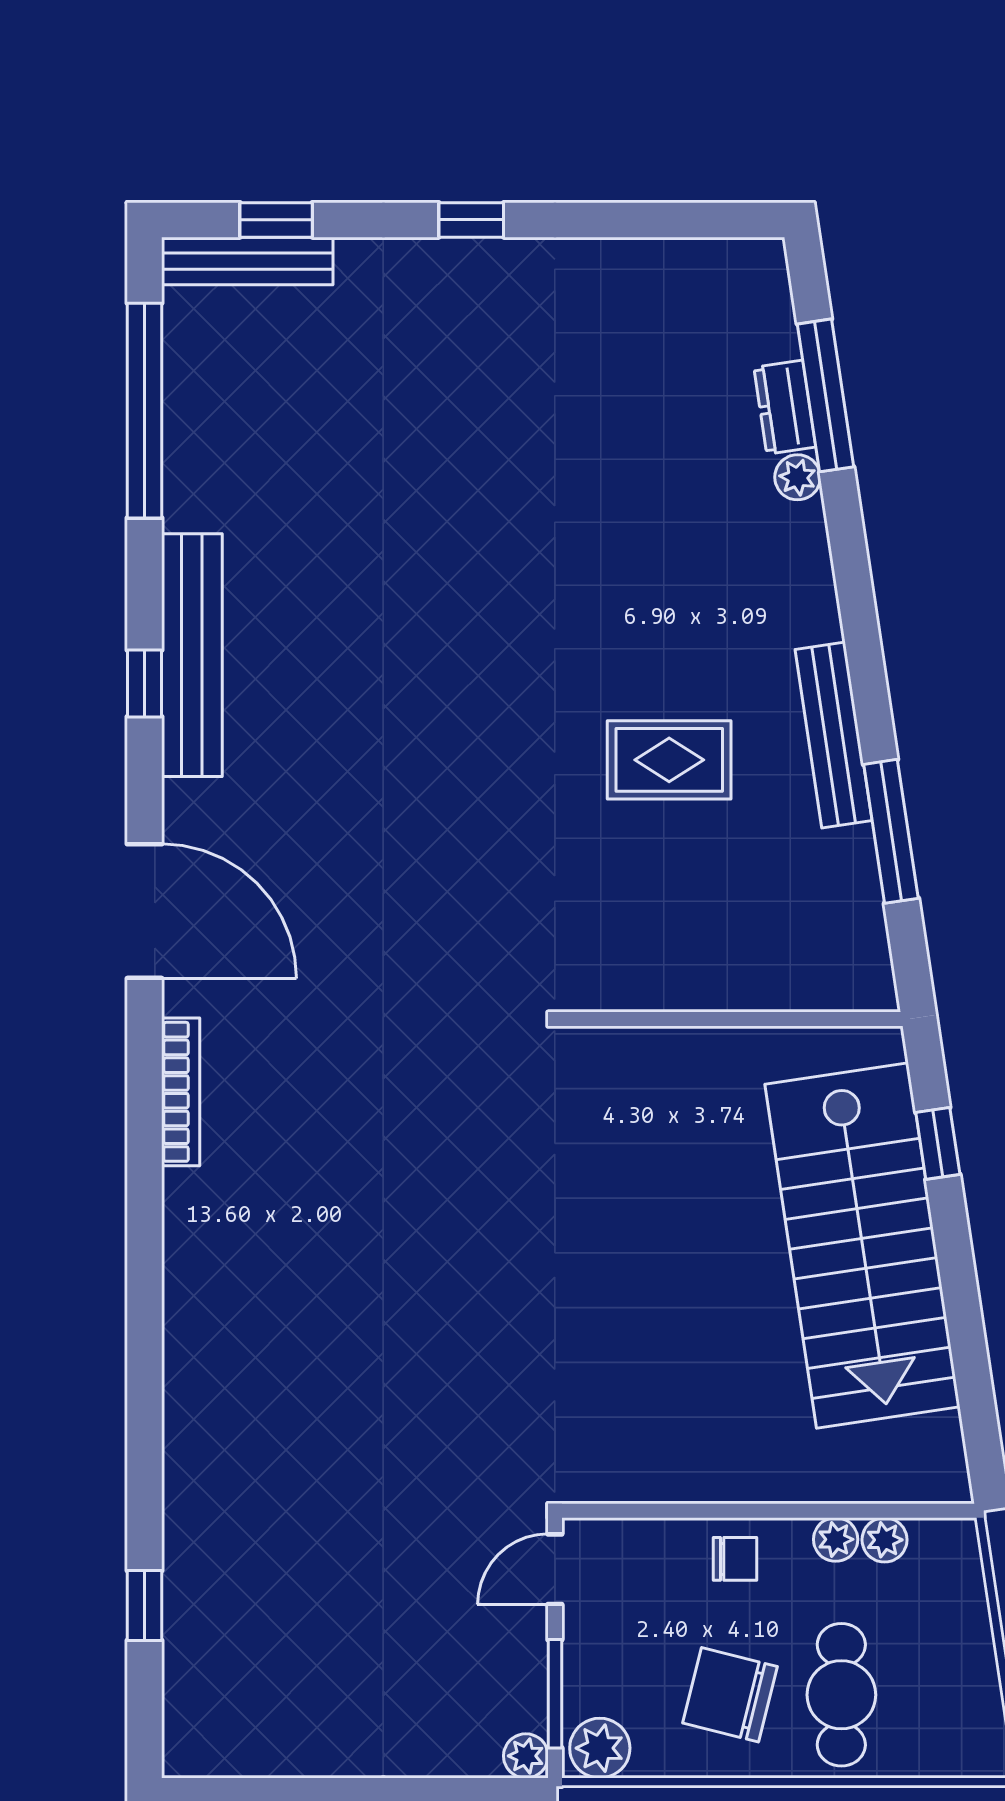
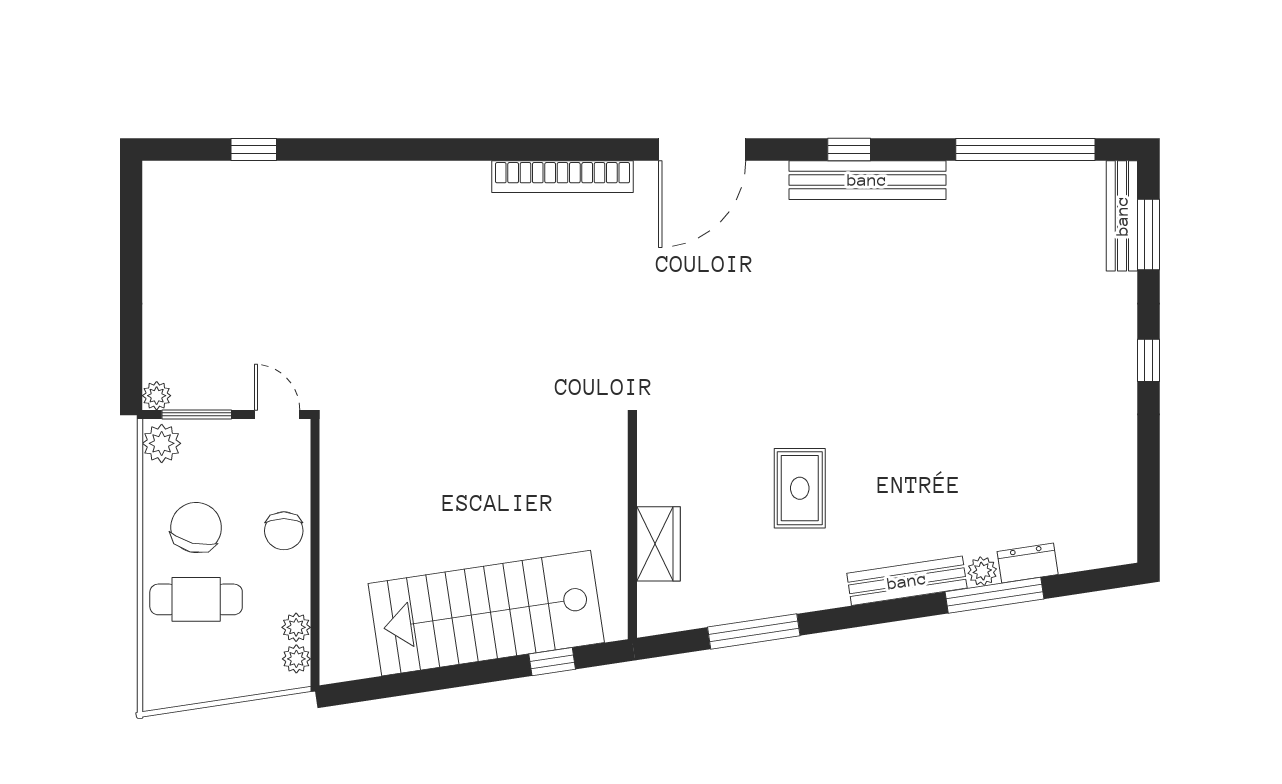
window: (276, 220) -> (1148, 234), width x1.50
window: (826, 395) -> (994, 595), moved
bench: (834, 735) -> (907, 581), moved
wardrobe: (755, 979) -> (658, 544), added
bookcase: (181, 1092) -> (562, 177), width x1.48, depth x1.31
plant: (836, 1539) -> (296, 659), moved
chair: (735, 1559) -> (284, 531), width x1.37, depth x1.37

